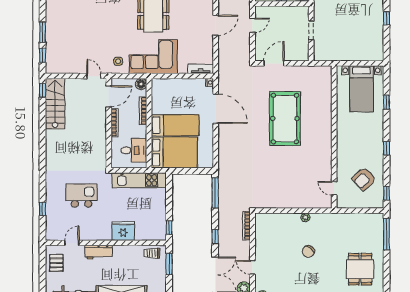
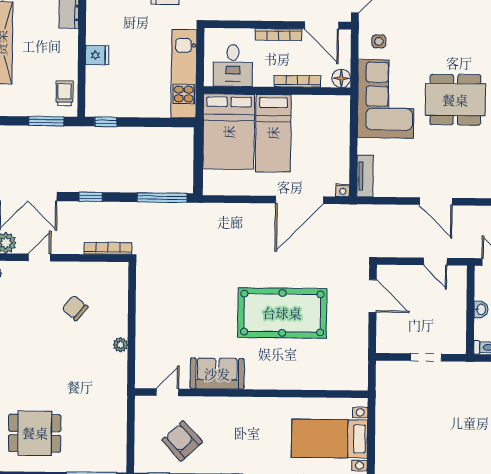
sofa: (322, 158) -> (217, 374), added
fridge: (123, 231) -> (97, 55), width x0.53, depth x0.75
chair: (308, 251) -> (75, 308), moved

